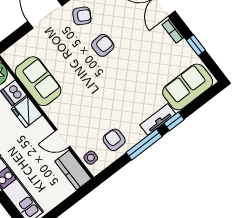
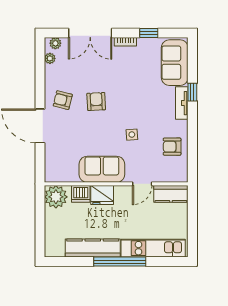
armchair: (82, 16) -> (63, 100), turned -104
sofa: (38, 81) -> (102, 169), moved
window: (144, 144) -> (192, 127), removed
side table: (91, 158) -> (132, 135), moved

